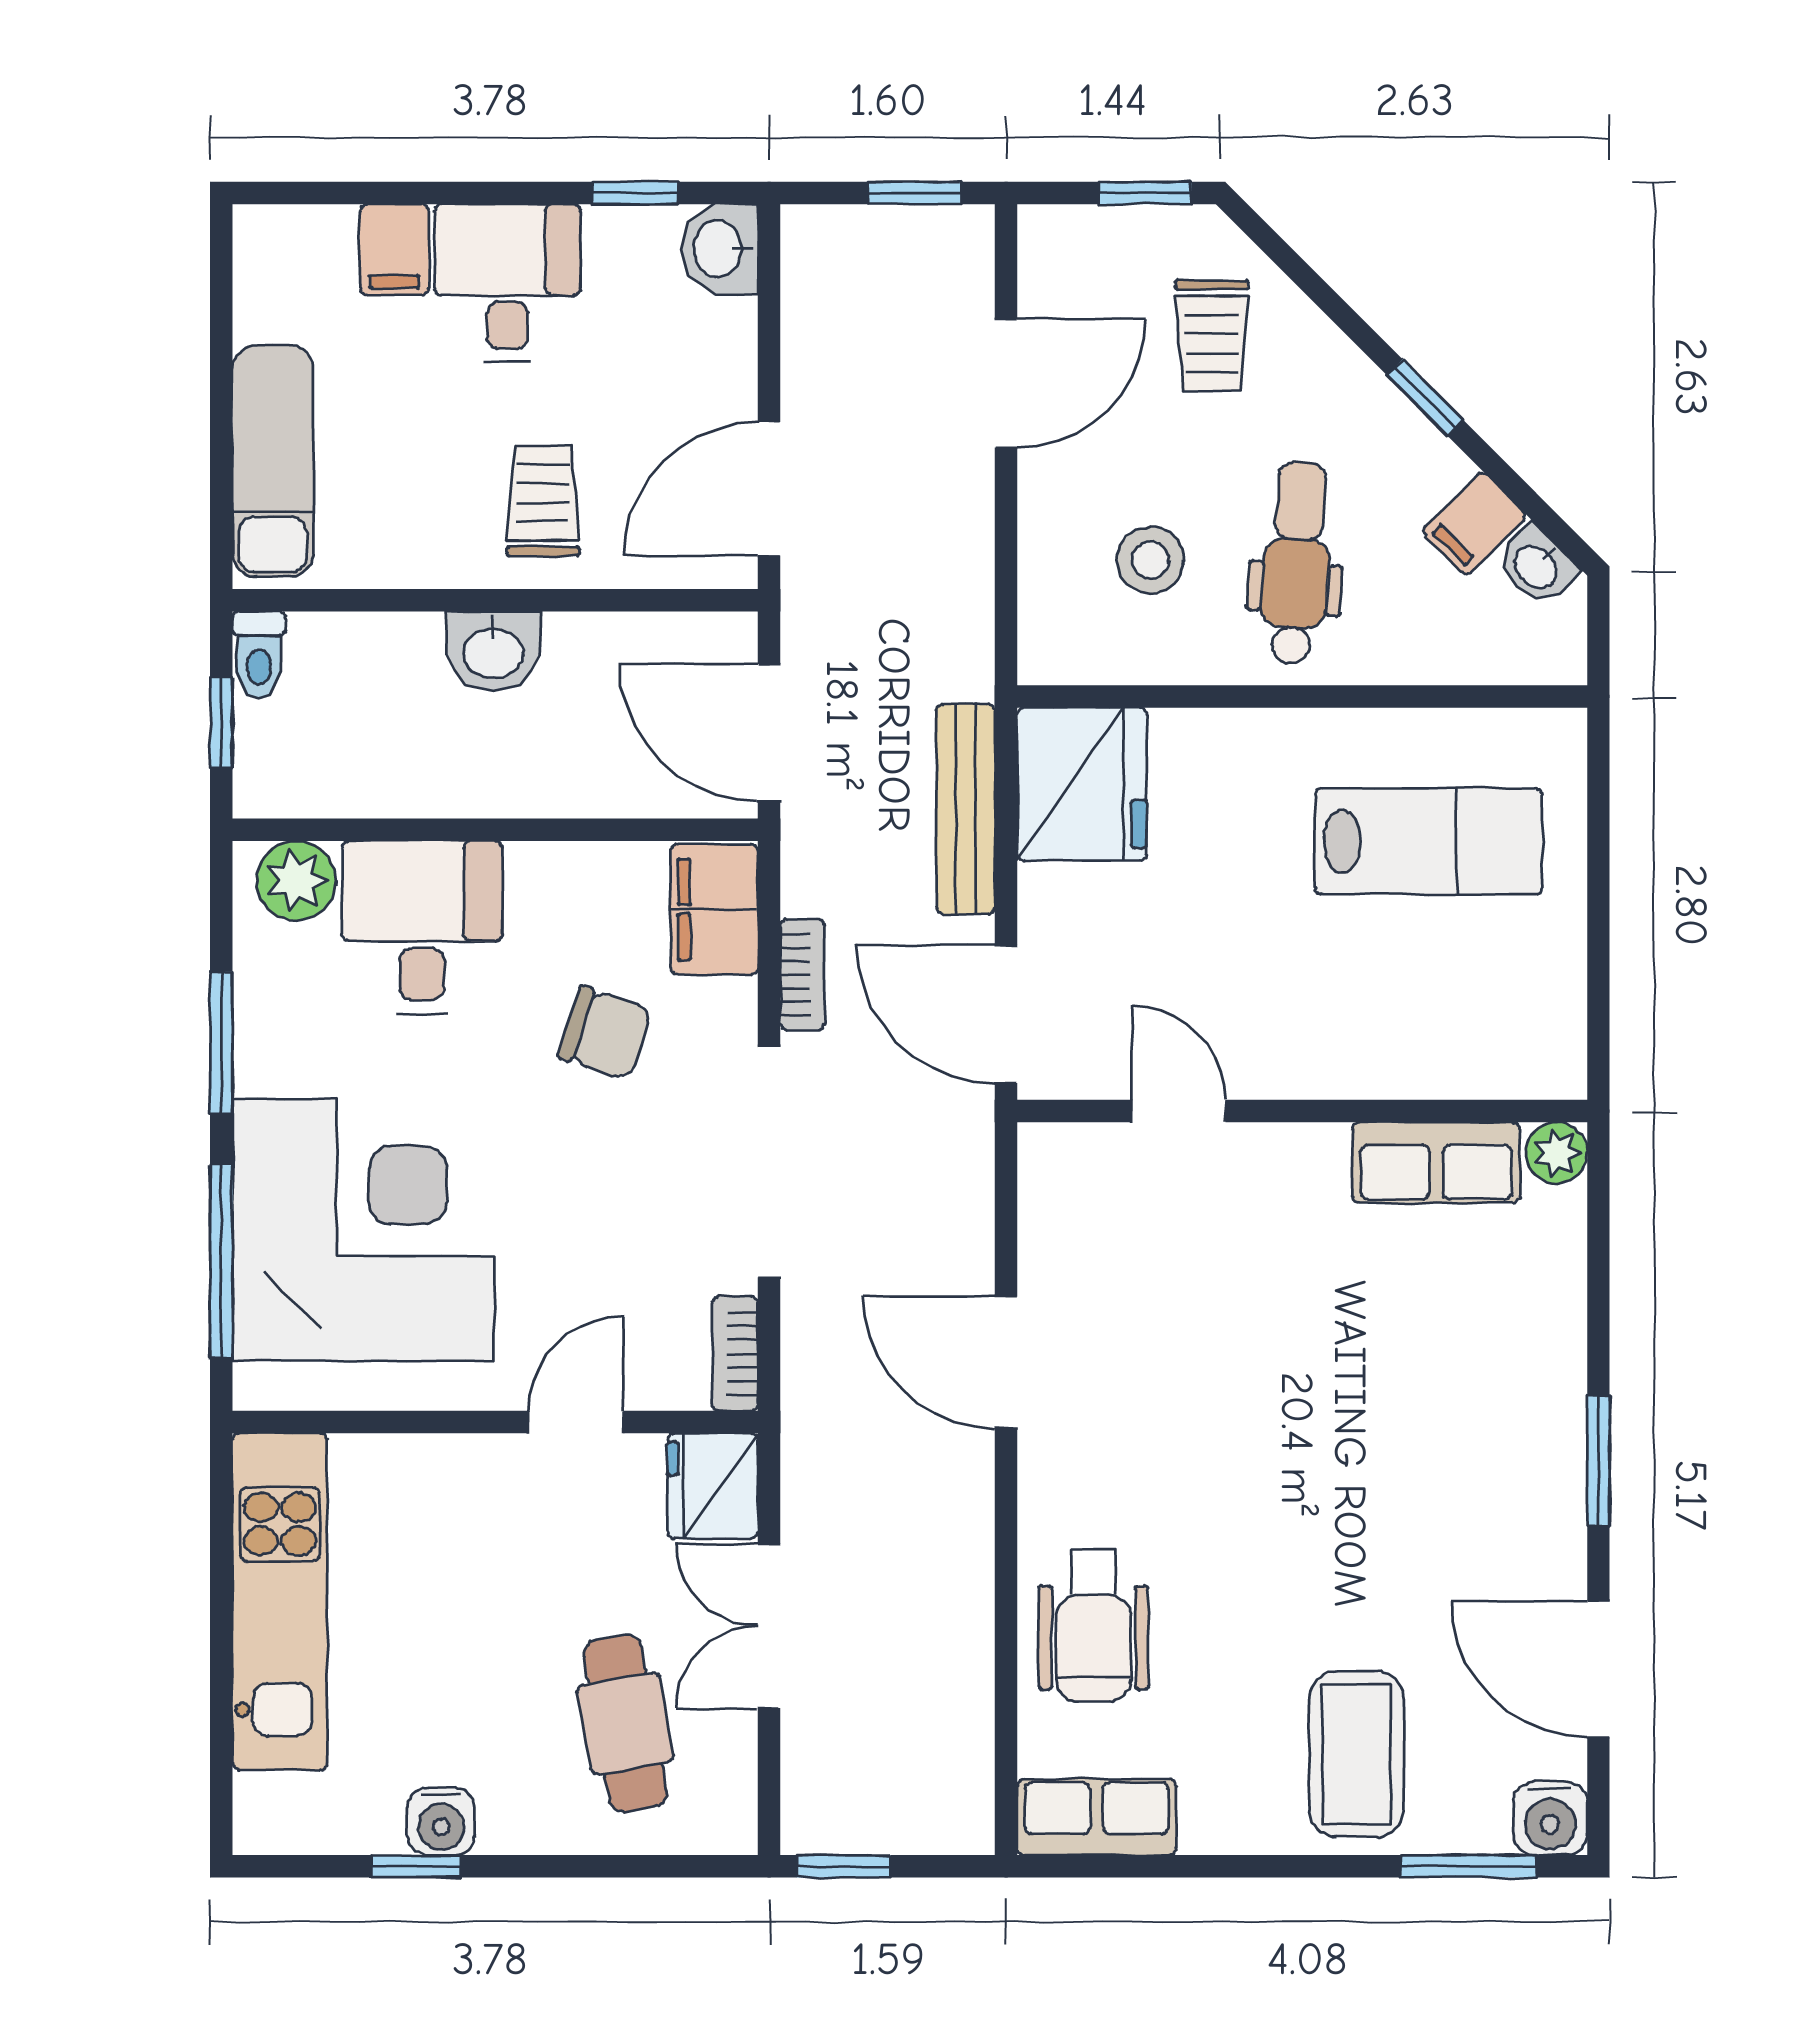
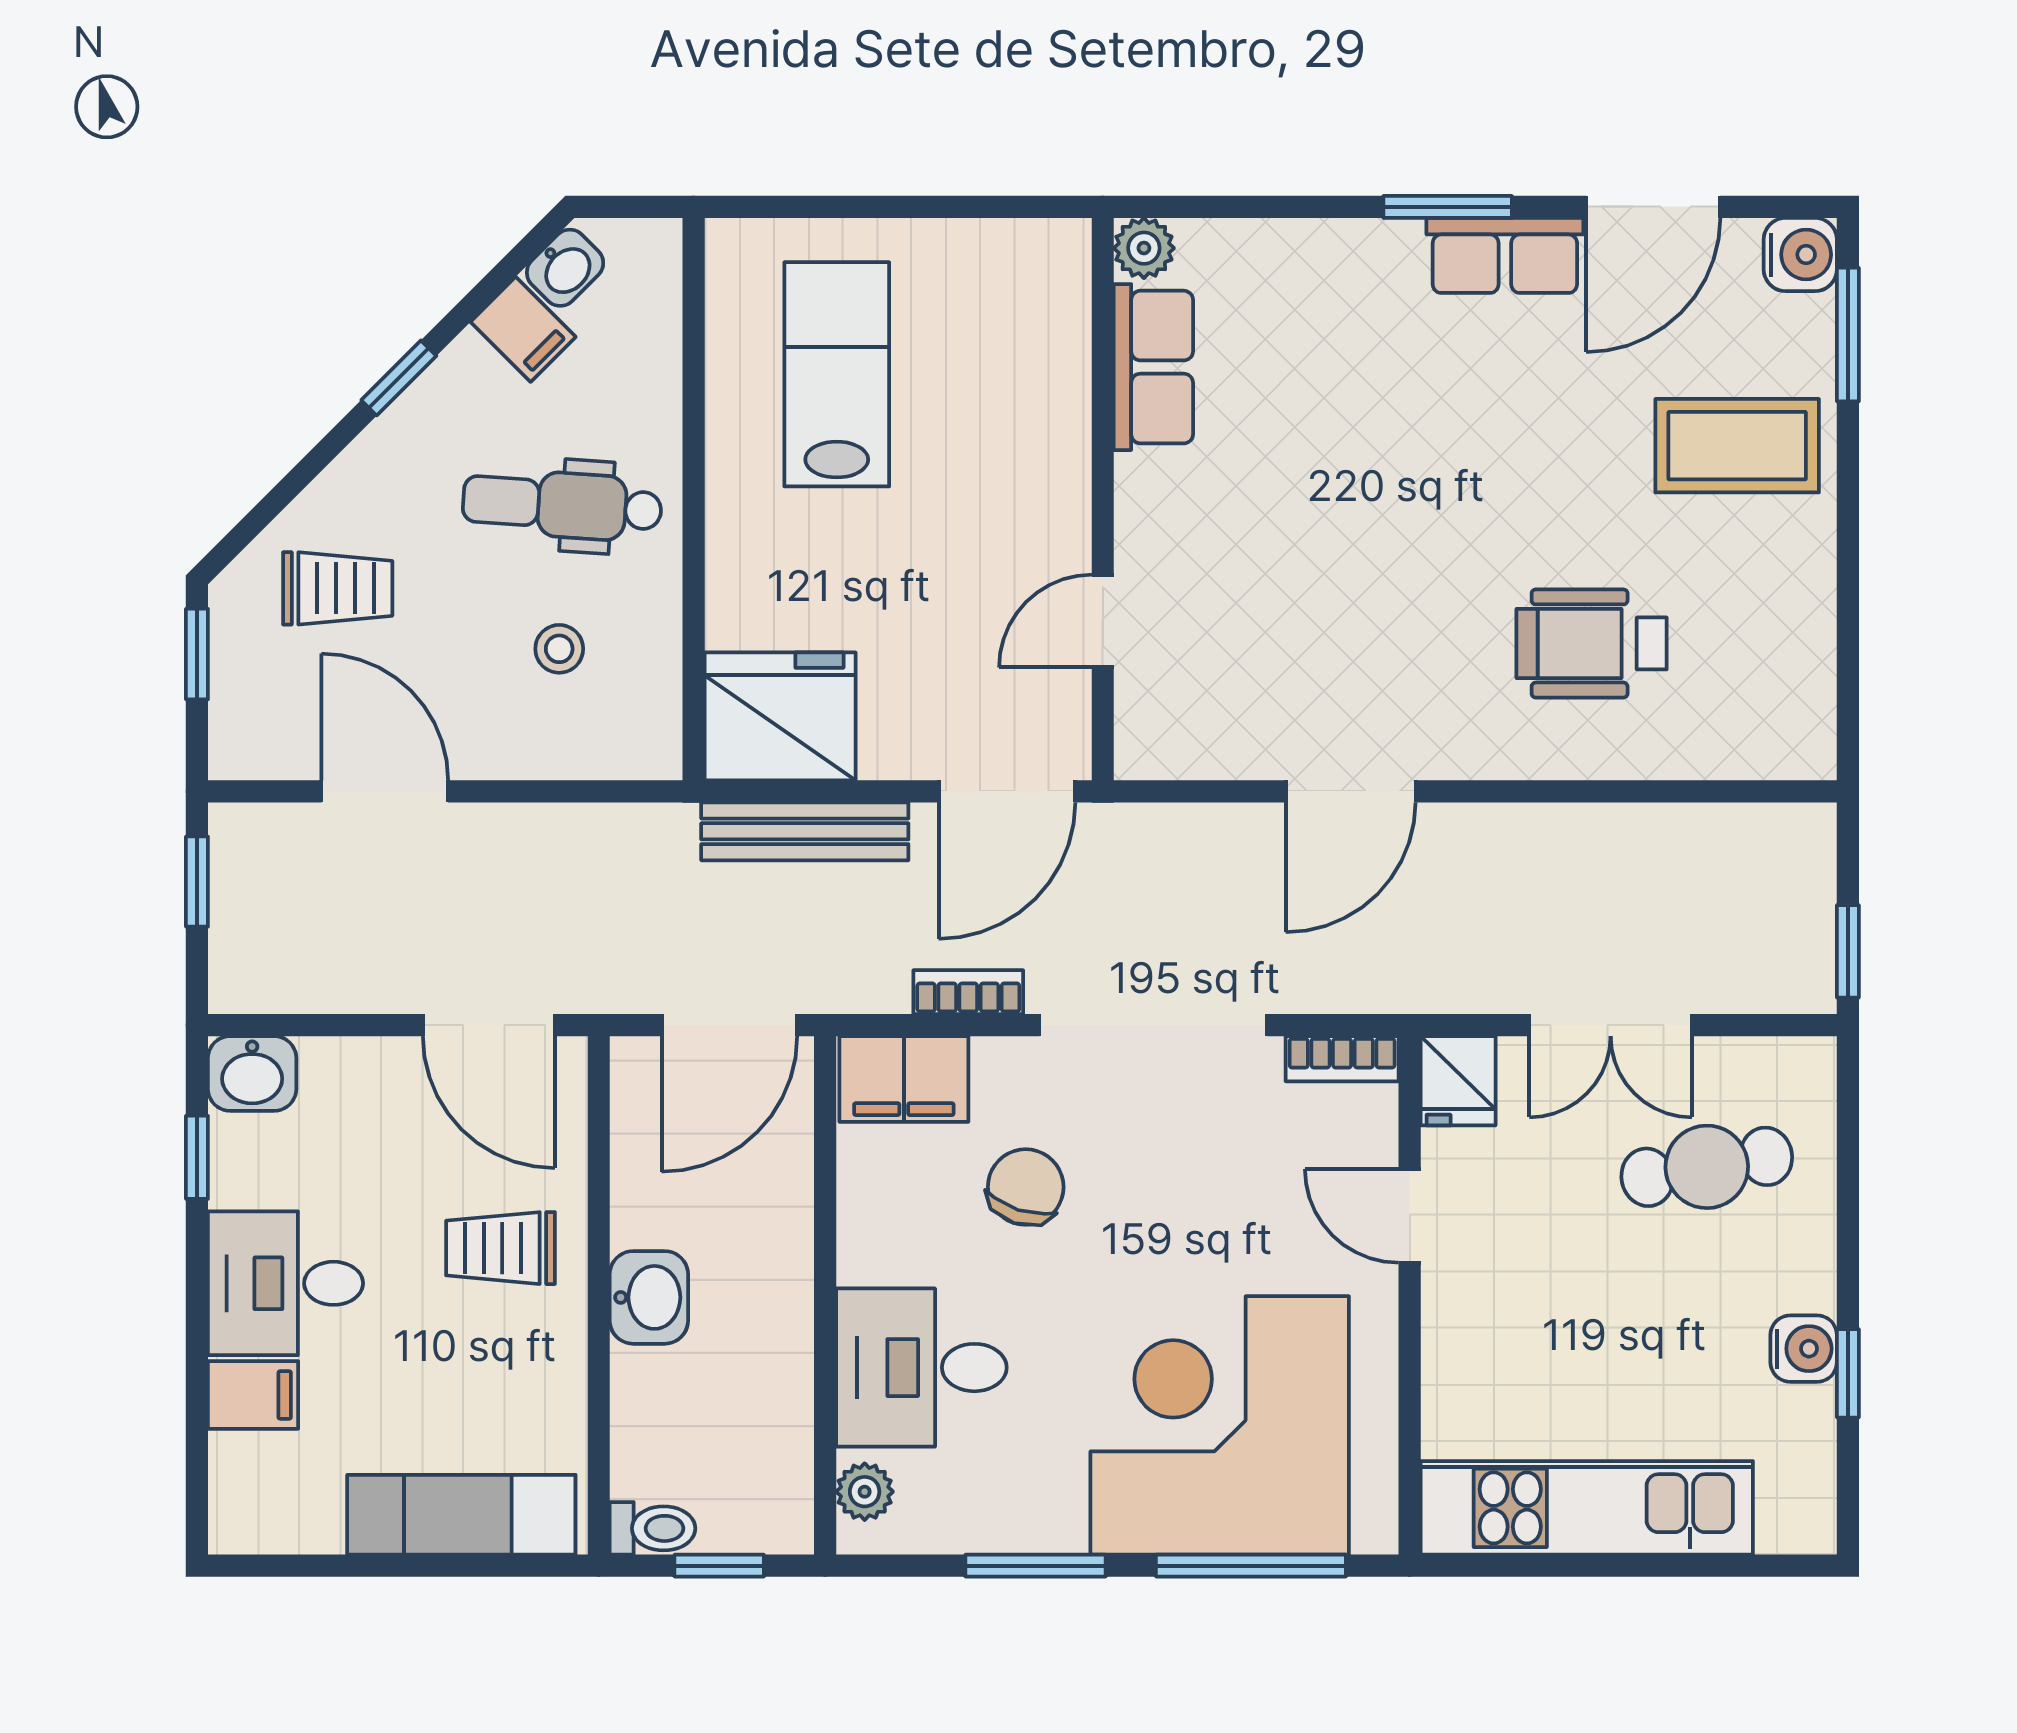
stool: (1150, 560) -> (559, 649), width x0.73, depth x0.73
plant: (296, 881) -> (865, 1492), width x0.73, depth x0.73
fridge: (713, 1486) -> (1458, 1081), width x0.72
wheelchair: (1093, 1625) -> (1592, 643), moved, turned 180
row of seats: (1097, 1817) -> (1505, 255), moved, turned -90

